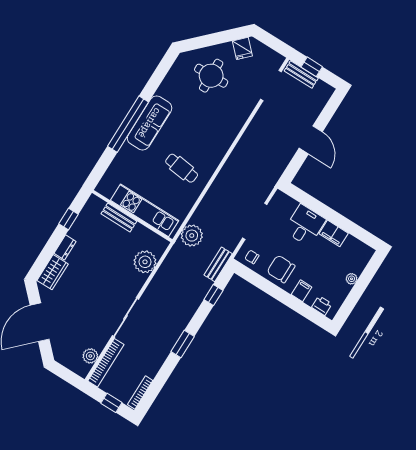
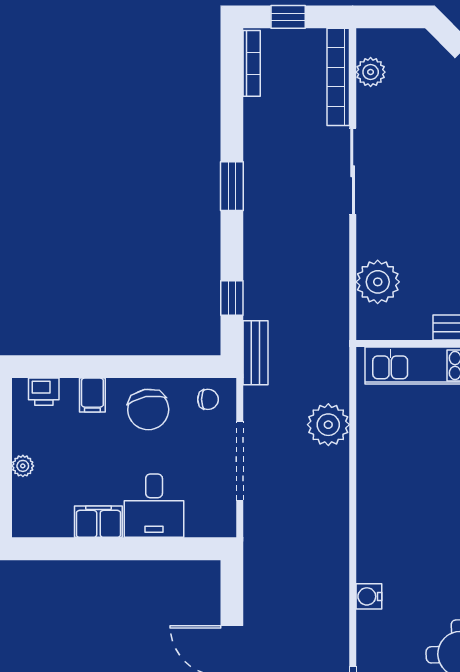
water cooler: (236, 126) -> (369, 596), added
cafe table: (182, 168) -> (414, 472), removed
plant: (192, 236) -> (328, 425), moved
chair: (281, 269) -> (148, 410), turned 80

